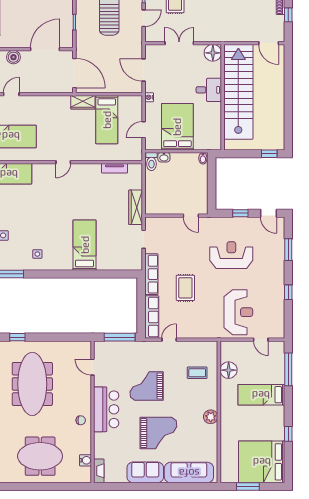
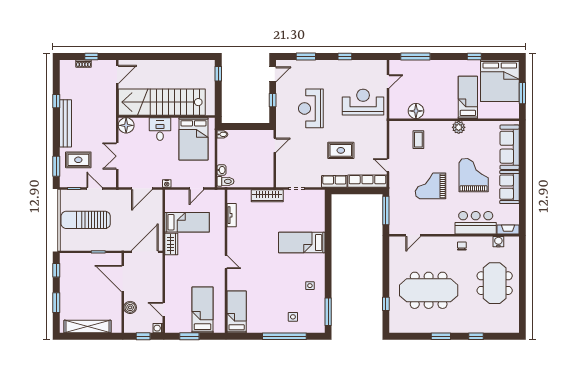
bed: (177, 127) -> (194, 139), moved, turned -90
door: (144, 130) -> (196, 189), hinge flipped
row of seats: (151, 274) -> (334, 181), width x0.68
grand piano: (147, 386) -> (431, 186), turned 90
bed: (261, 395) -> (468, 97), moved, turned 180
bar counter: (106, 409) -> (476, 223), moved

